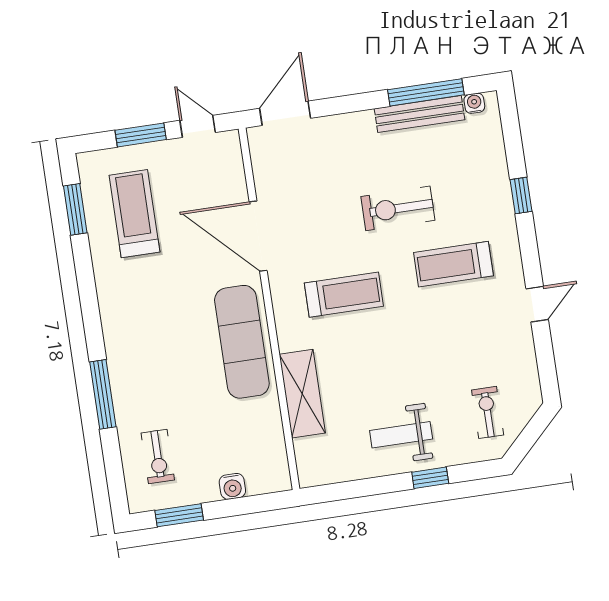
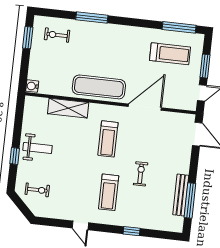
water cooler: (474, 103) -> (179, 221), removed
exercise bike: (398, 208) -> (141, 174), width x0.73, depth x0.72
window: (75, 209) -> (179, 27), width x1.44
treadmill: (453, 264) -> (109, 192), turned 180
weight bench: (401, 435) -> (38, 148), turned 90
water cooler: (232, 486) -> (32, 86), moved

